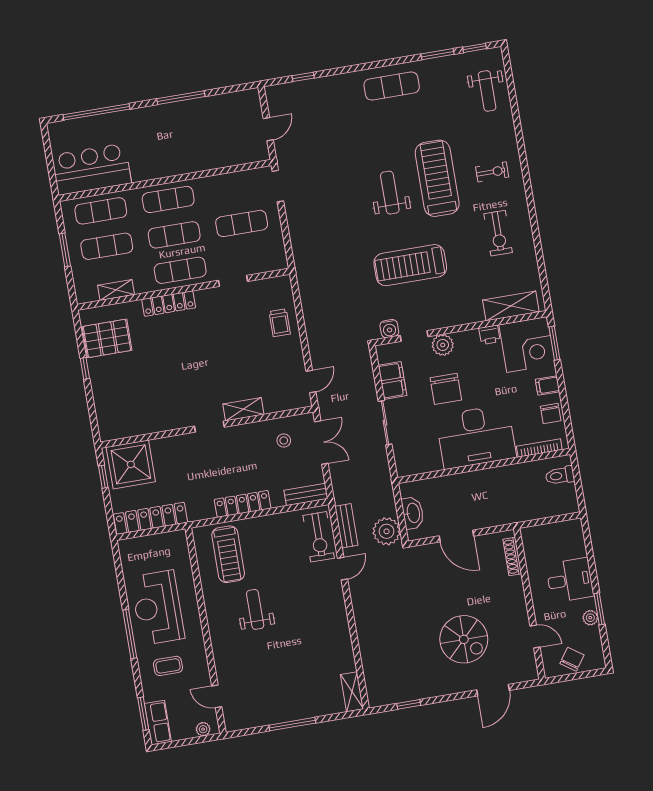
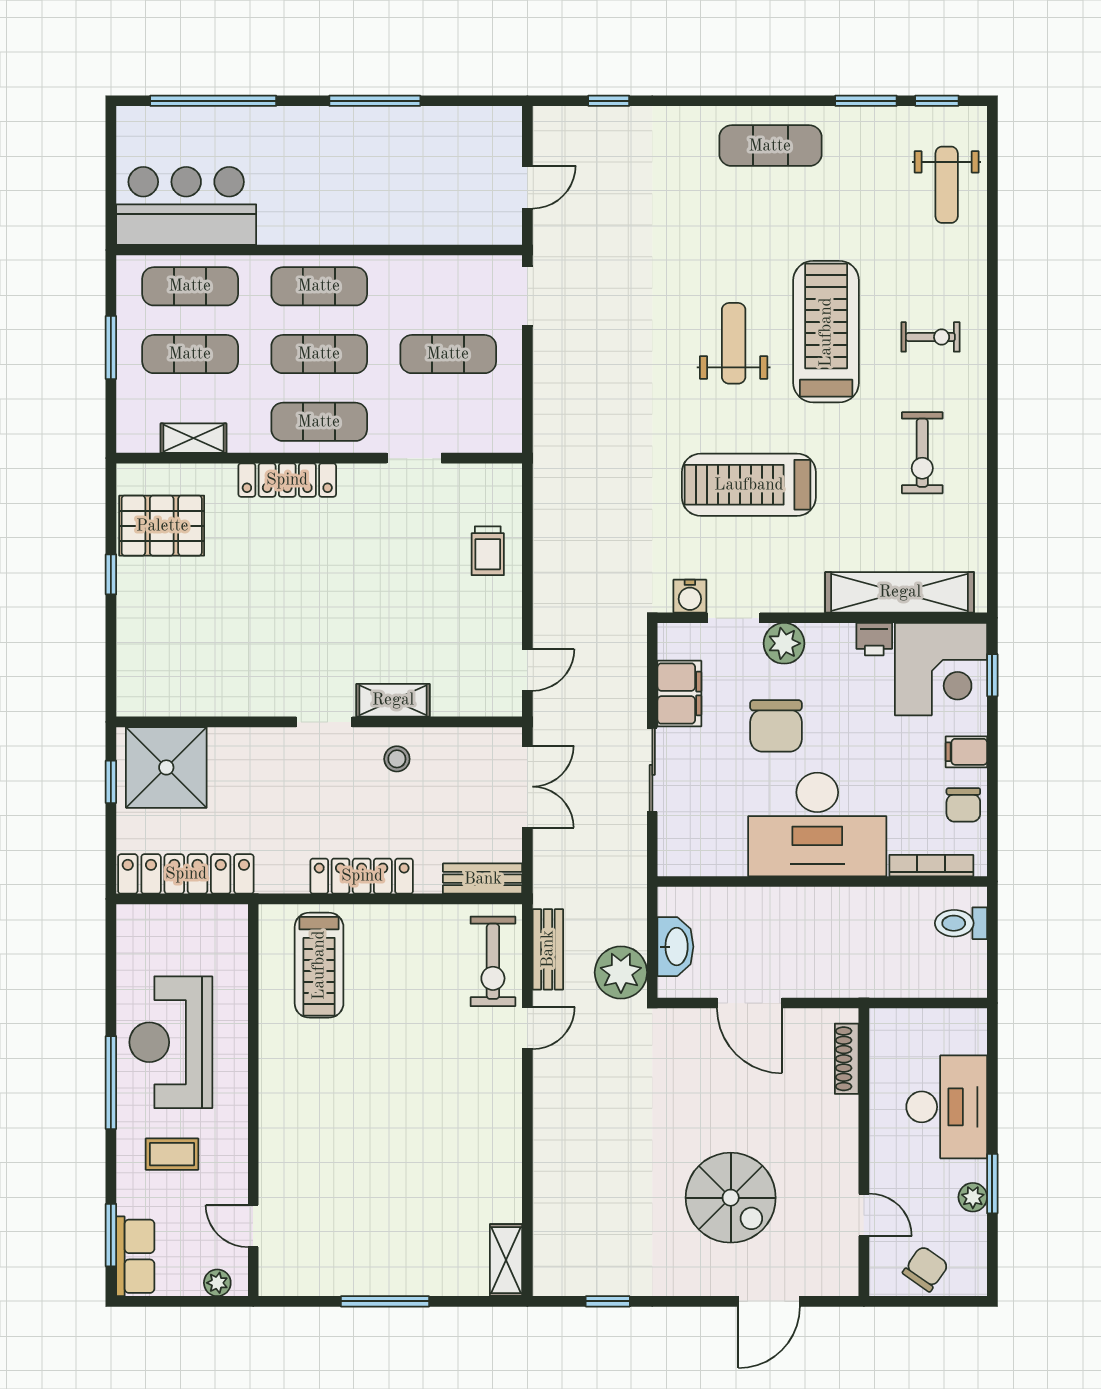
shelving: (511, 306) -> (900, 592), width x1.47
window: (554, 343) -> (992, 675), width x0.67
stool: (284, 441) -> (397, 759), moved
desk: (570, 580) -> (947, 1107), width x1.37
weight bench: (255, 609) -> (352, 1076), removed

